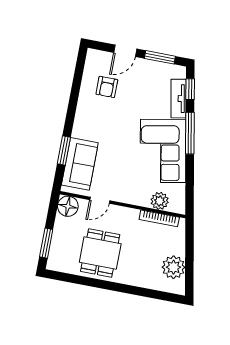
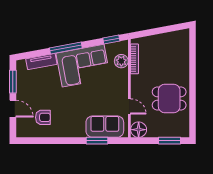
window: (190, 89) -> (111, 40), moved
plant: (174, 267) -> (169, 41), removed

